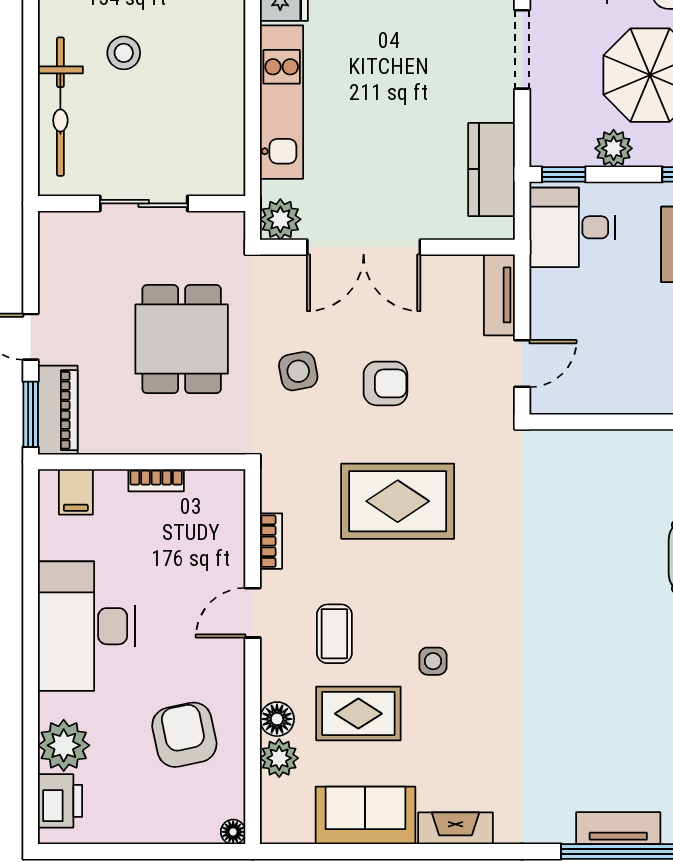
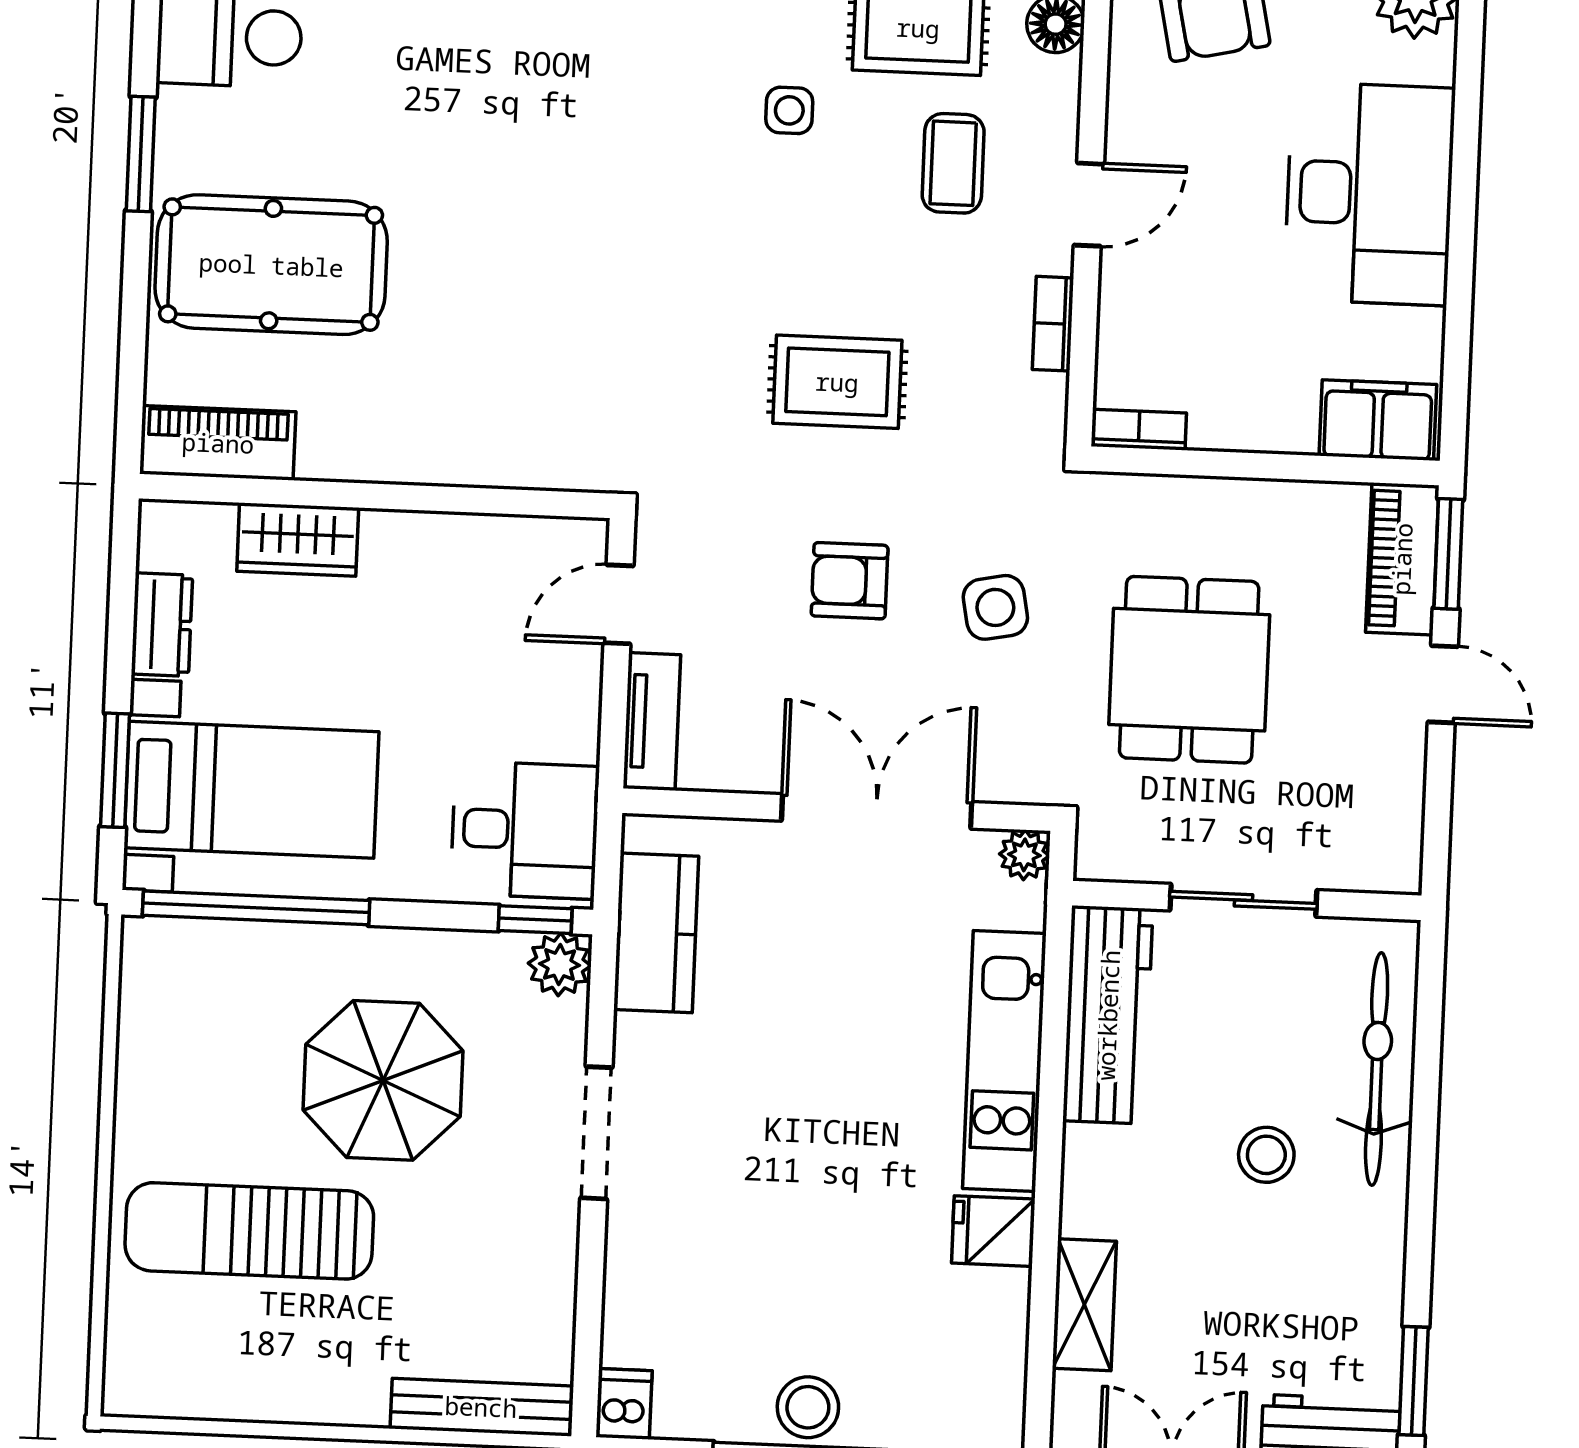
workbench: (221, 132) -> (1108, 1015), added
plant: (614, 148) -> (560, 964), moved
plant: (280, 219) -> (1024, 855), width x0.73, depth x0.73
bookcase: (156, 480) -> (1139, 430), moved
filing cabinet: (76, 492) -> (1378, 420), width x2.00
rug: (398, 501) -> (837, 382), width x0.73, depth x0.70

